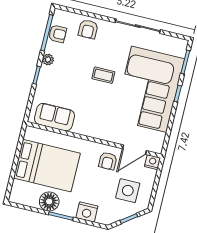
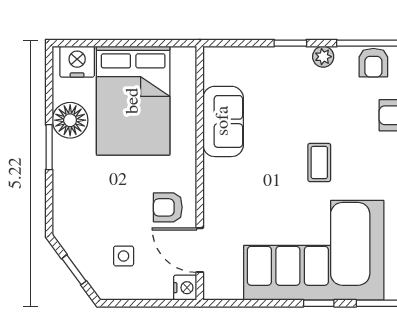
sofa: (54, 117) -> (223, 121), moved
side table: (128, 191) -> (124, 256), width x0.54, depth x0.54
nightstand: (87, 212) -> (77, 62), moved, turned 90

